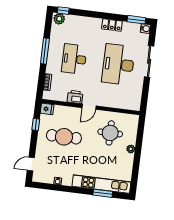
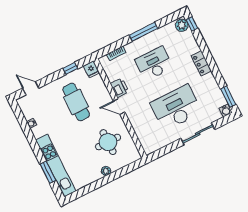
locker: (112, 25) -> (201, 63), moved

